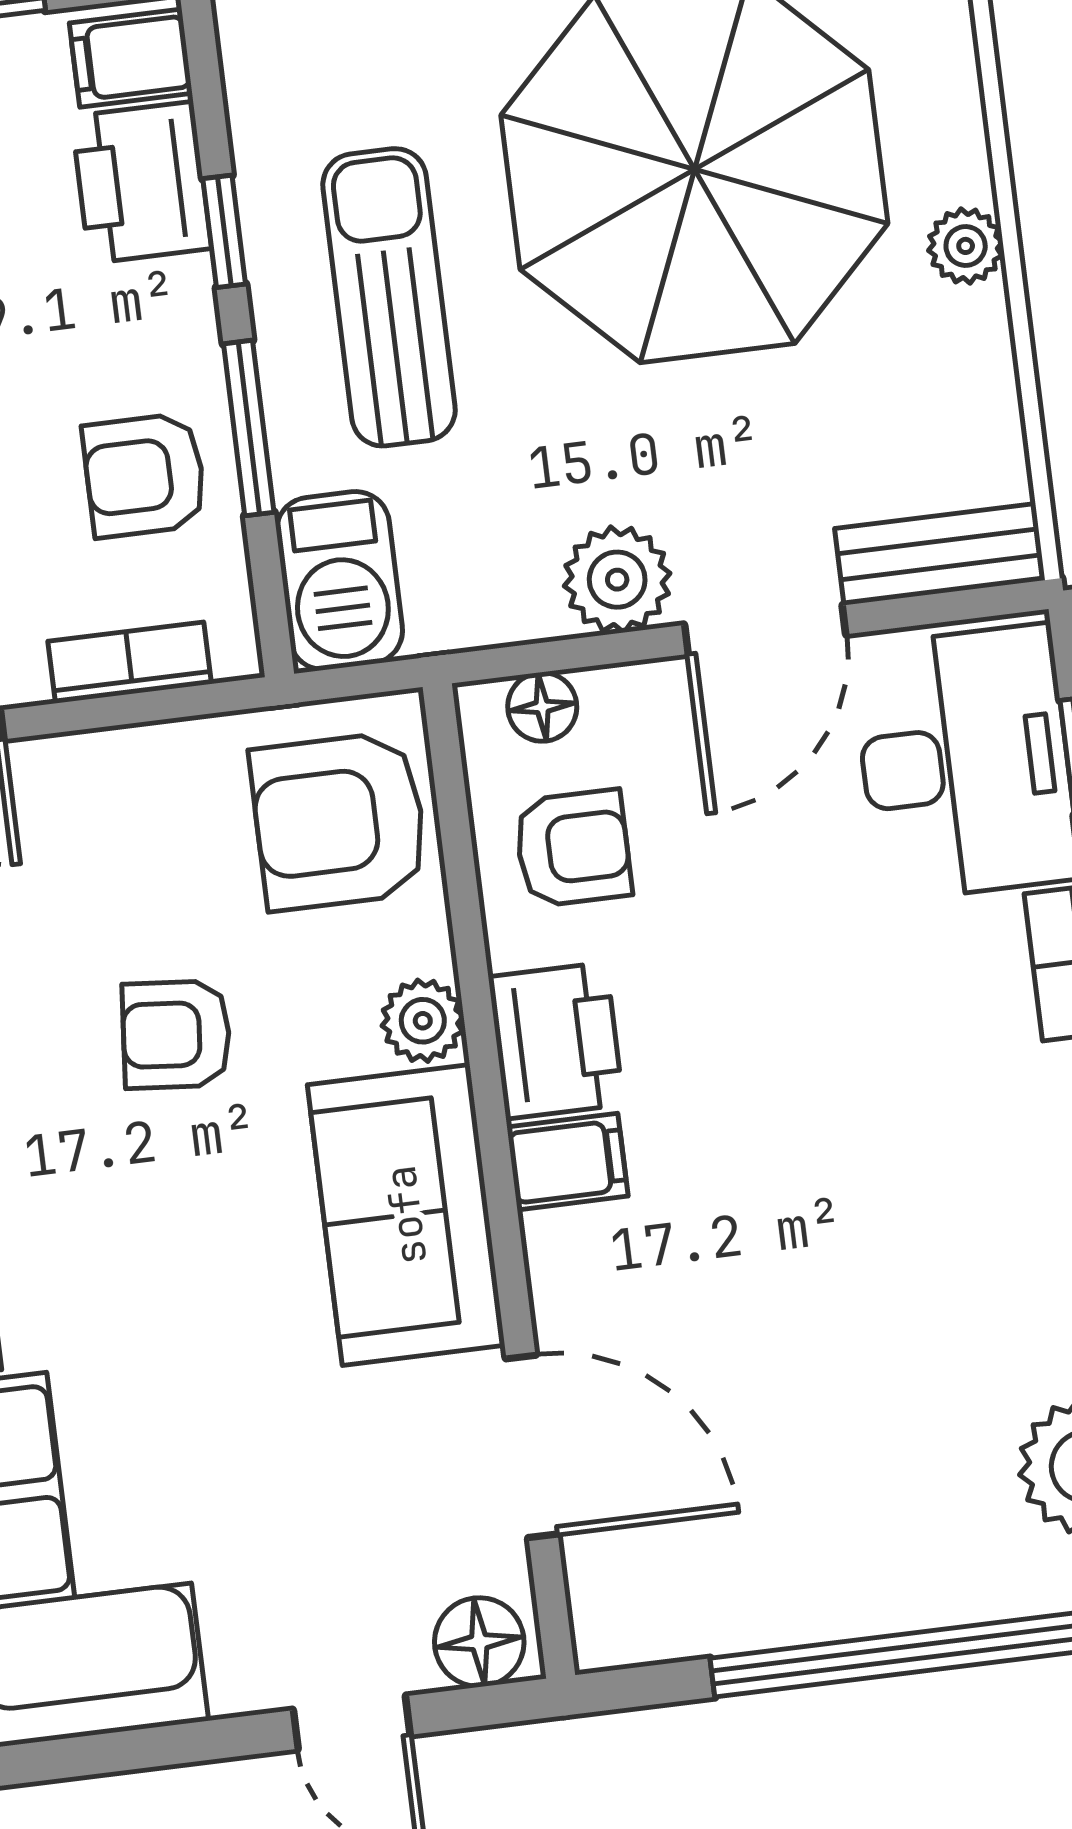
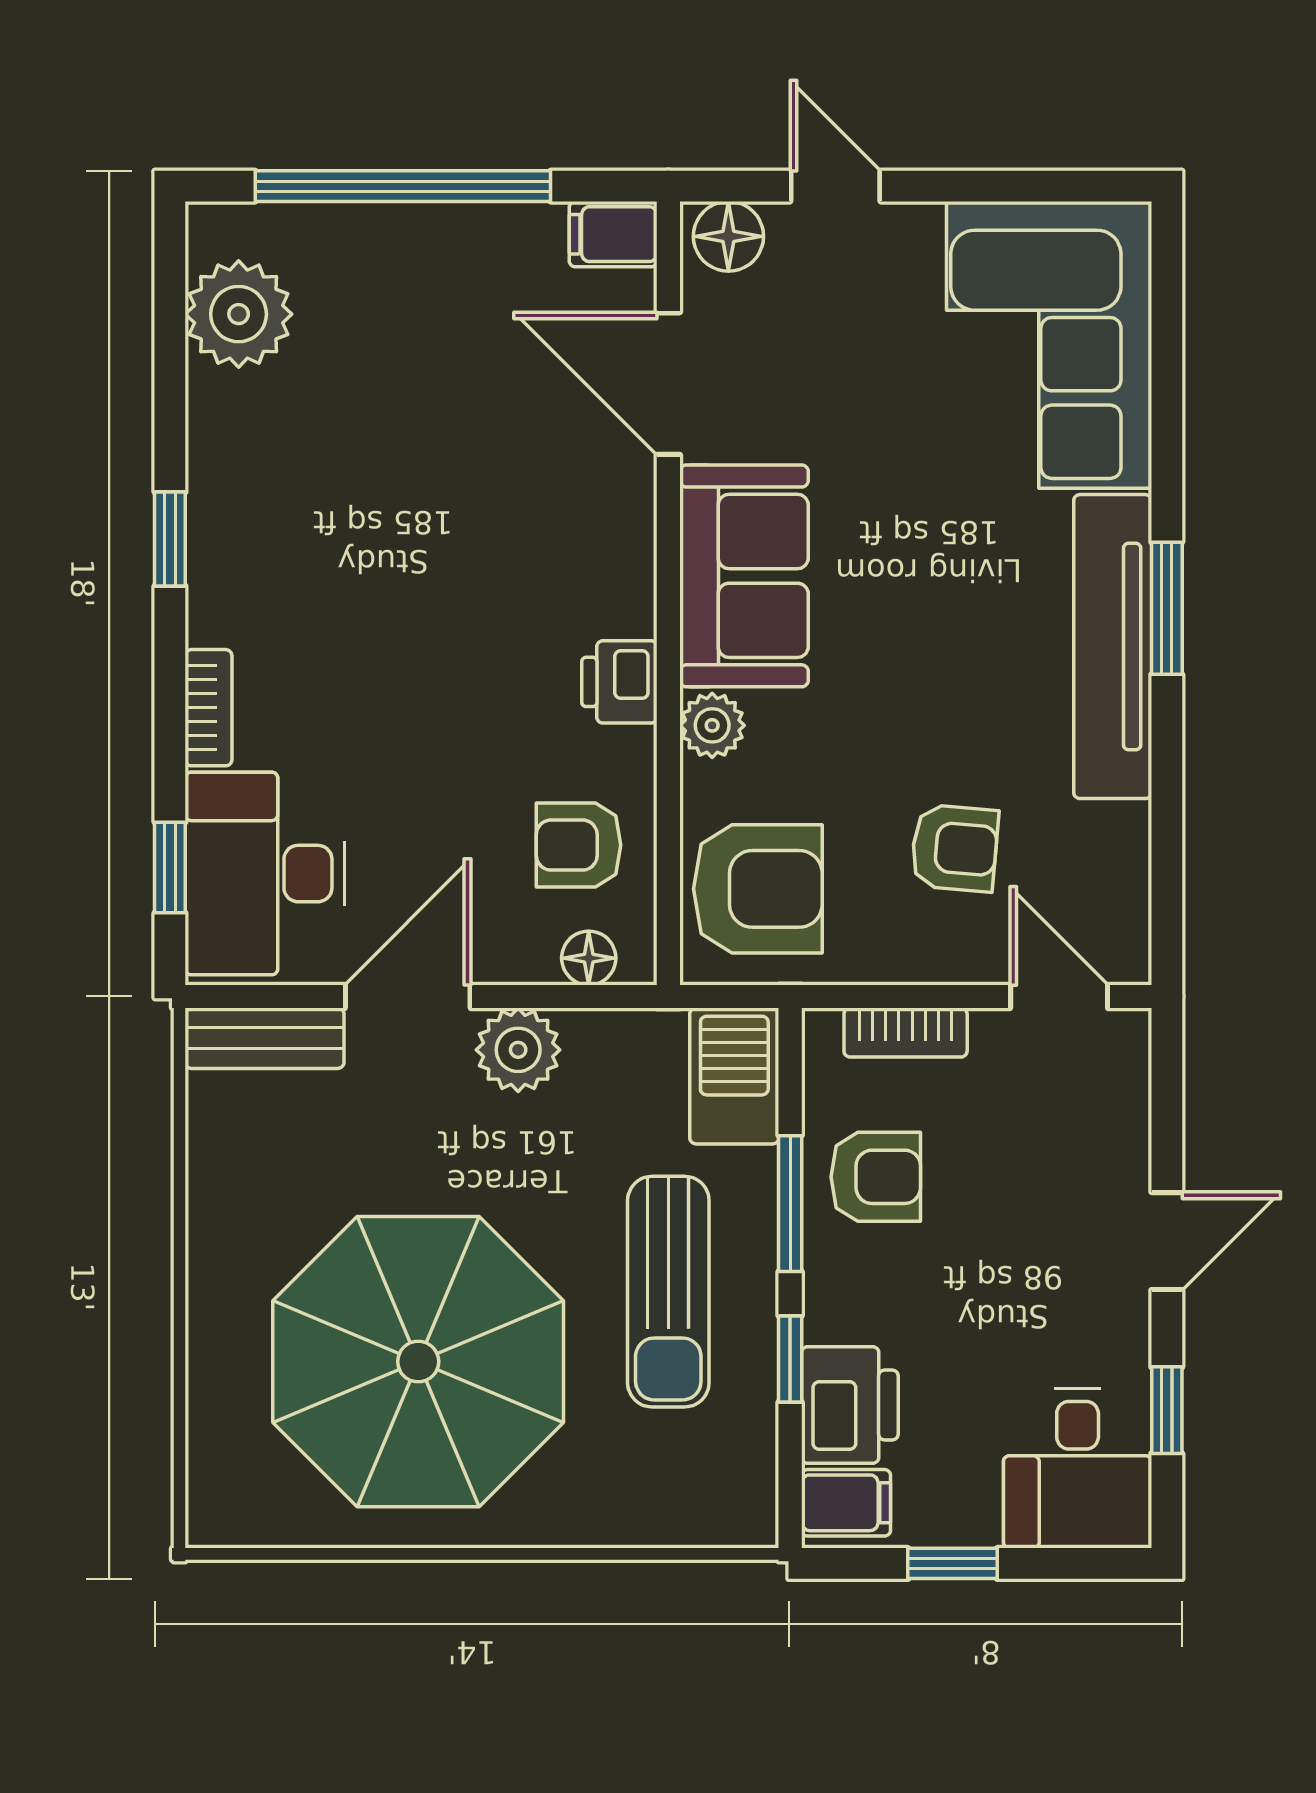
plant: (966, 246) -> (215, 1276), removed
armchair: (176, 1034) -> (955, 848), moved
printer: (556, 1041) -> (619, 682), width x0.73, depth x0.81
filing cabinet: (567, 1162) -> (613, 234), moved

